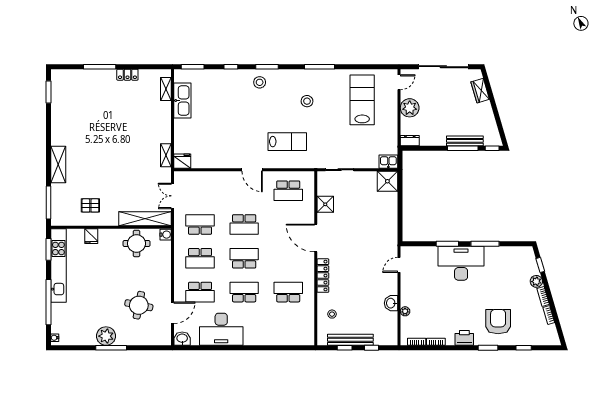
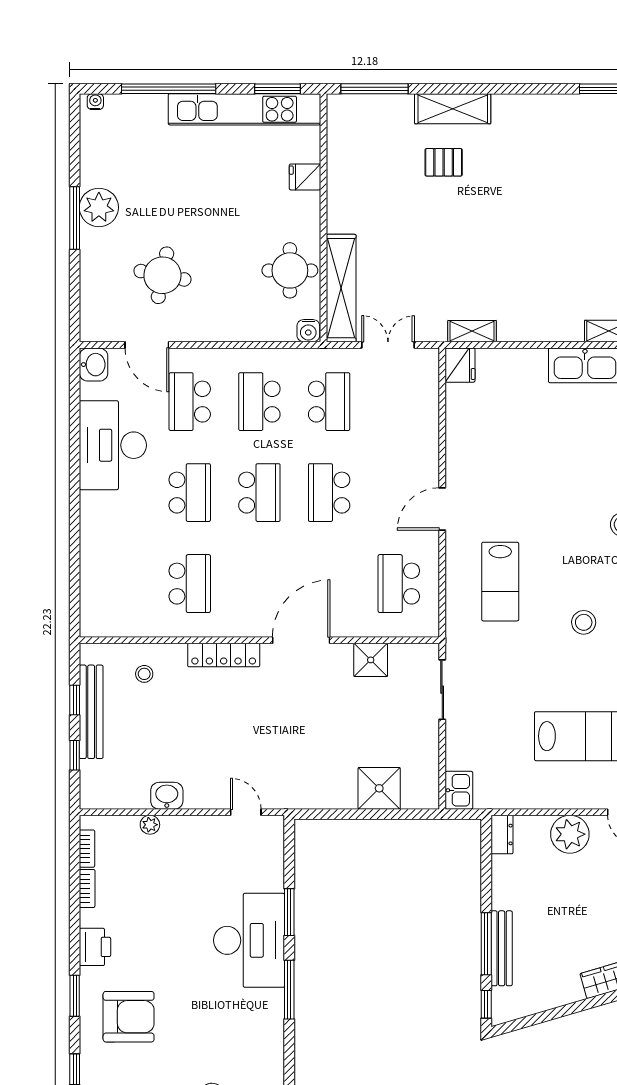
shower: (387, 181) -> (379, 788), moved
pallet: (90, 205) -> (444, 162), moved, turned 90

